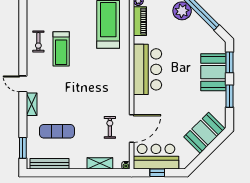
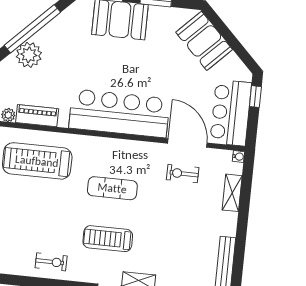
treadmill: (61, 49) -> (108, 239), moved, turned 180
bar counter: (147, 69) -> (119, 113), width x1.36
exercise mat: (57, 131) -> (112, 188), moved, turned 90
window: (157, 173) -> (255, 97), moved

